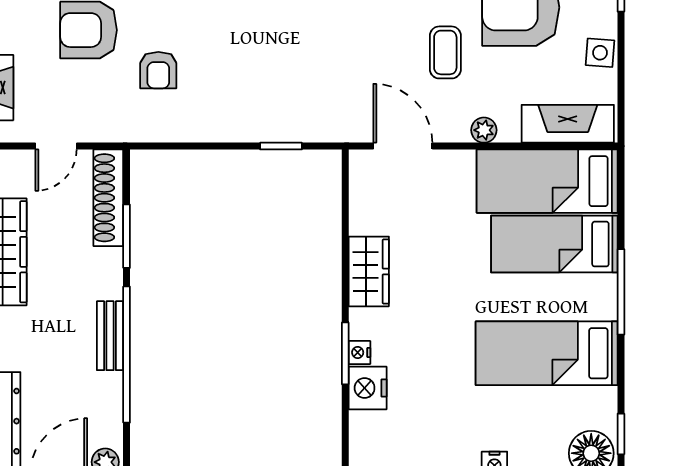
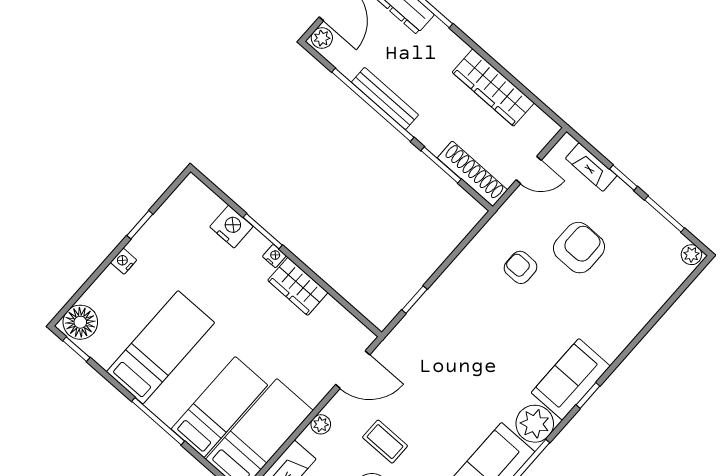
door: (56, 146) -> (529, 170), swing flipped
bench: (110, 336) -> (385, 98), width x1.36
nightstand: (359, 352) -> (274, 256), moved

